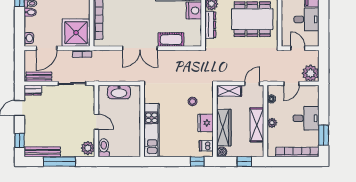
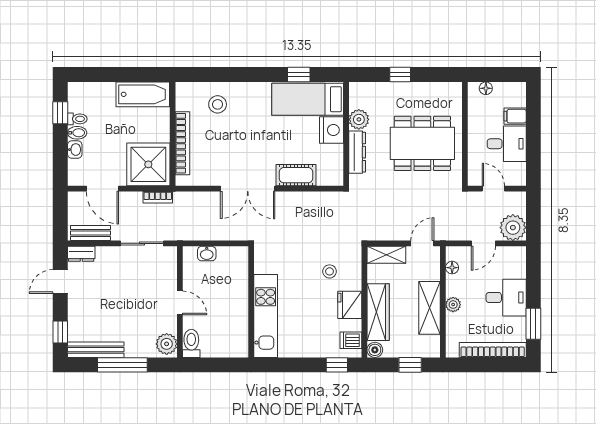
washbasin: (29, 38) -> (75, 150), moved
door: (47, 48) -> (102, 189), hinge flipped
washbasin: (119, 92) -> (207, 254), width x0.52, depth x0.69

